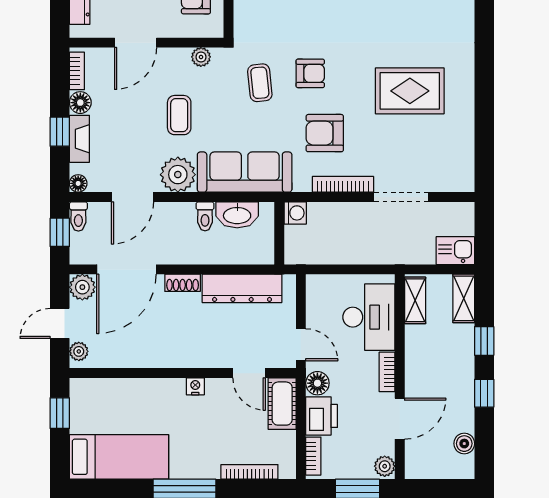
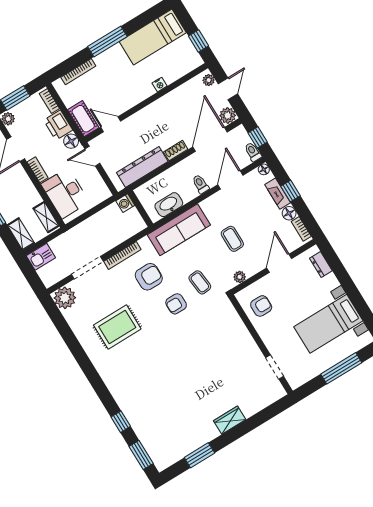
plant: (178, 175) -> (65, 298), moved
washing machine: (295, 213) -> (125, 203), moved
toilet: (205, 216) -> (201, 184), moved
nightstand: (195, 386) -> (160, 85), moved

